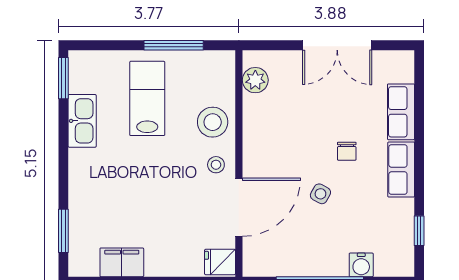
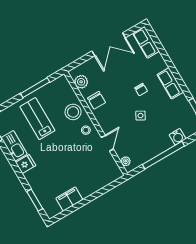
row of seats: (401, 112) -> (146, 42), moved
chair: (263, 126) -> (96, 100), added
door: (239, 207) -> (107, 143), width x0.53
plant: (252, 255) -> (126, 161), added
fridge: (220, 262) -> (26, 164), moved, turned 180

